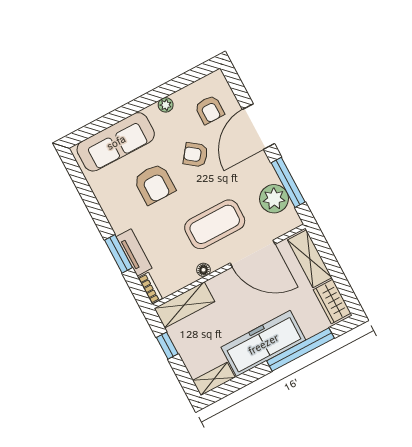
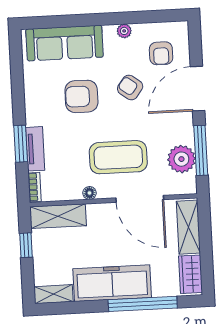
armchair: (154, 184) -> (81, 96), turned 90

